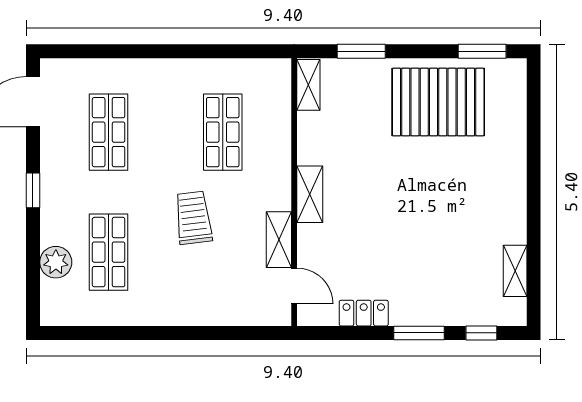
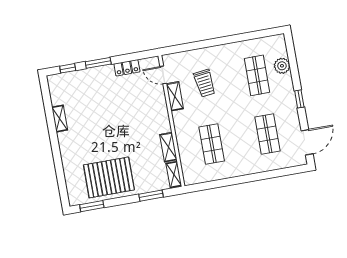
shelving: (310, 194) -> (168, 147), moved
trolley: (193, 218) -> (205, 83), moved
shelving: (515, 271) -> (60, 119), moved

